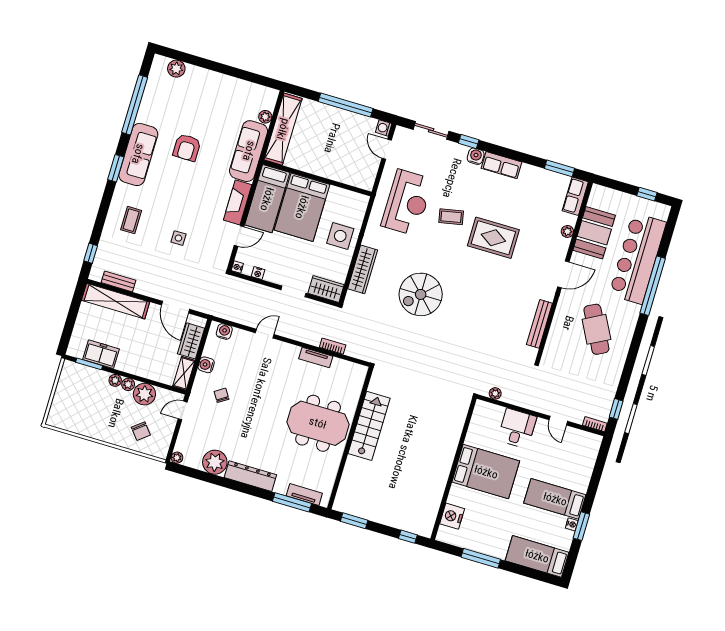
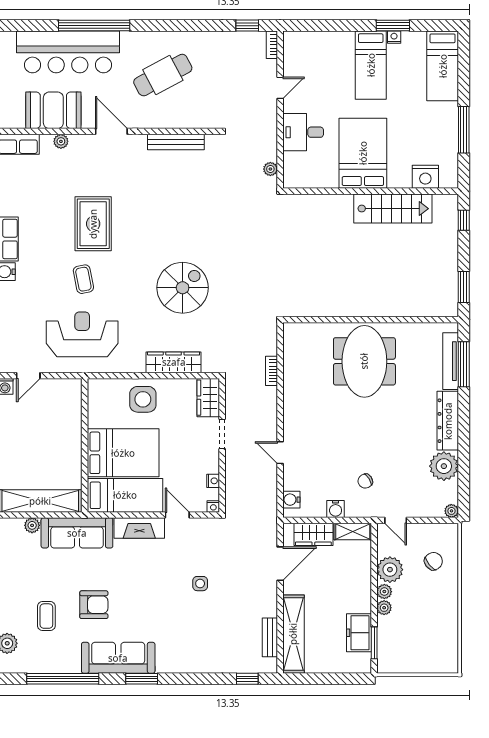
coffee table: (131, 220) -> (46, 616), moved, turned 90
spiral stairs: (421, 294) -> (183, 288), turned -90
tv unit: (316, 357) -> (290, 386), removed
stairs: (369, 426) -> (393, 209), moved, turned 180
tv unit: (304, 495) -> (451, 361), width x1.41

